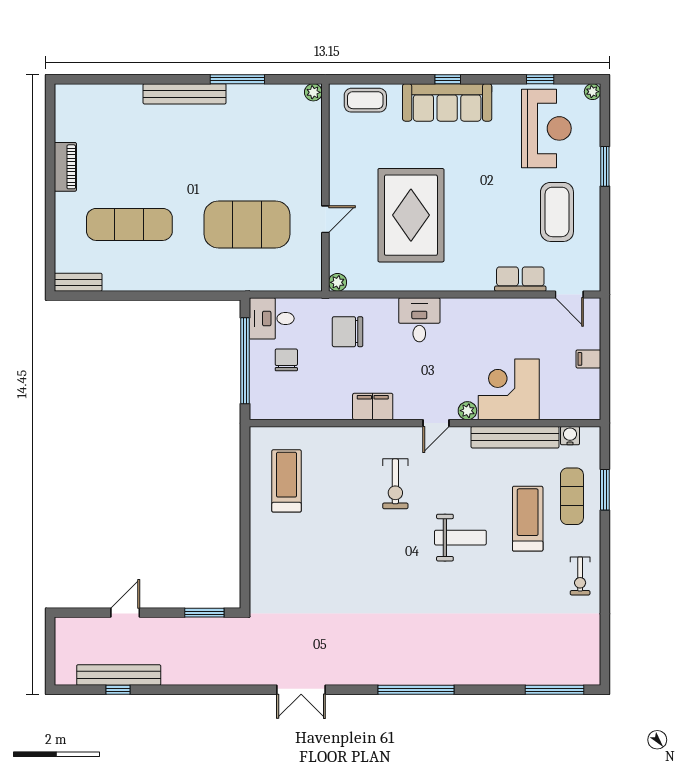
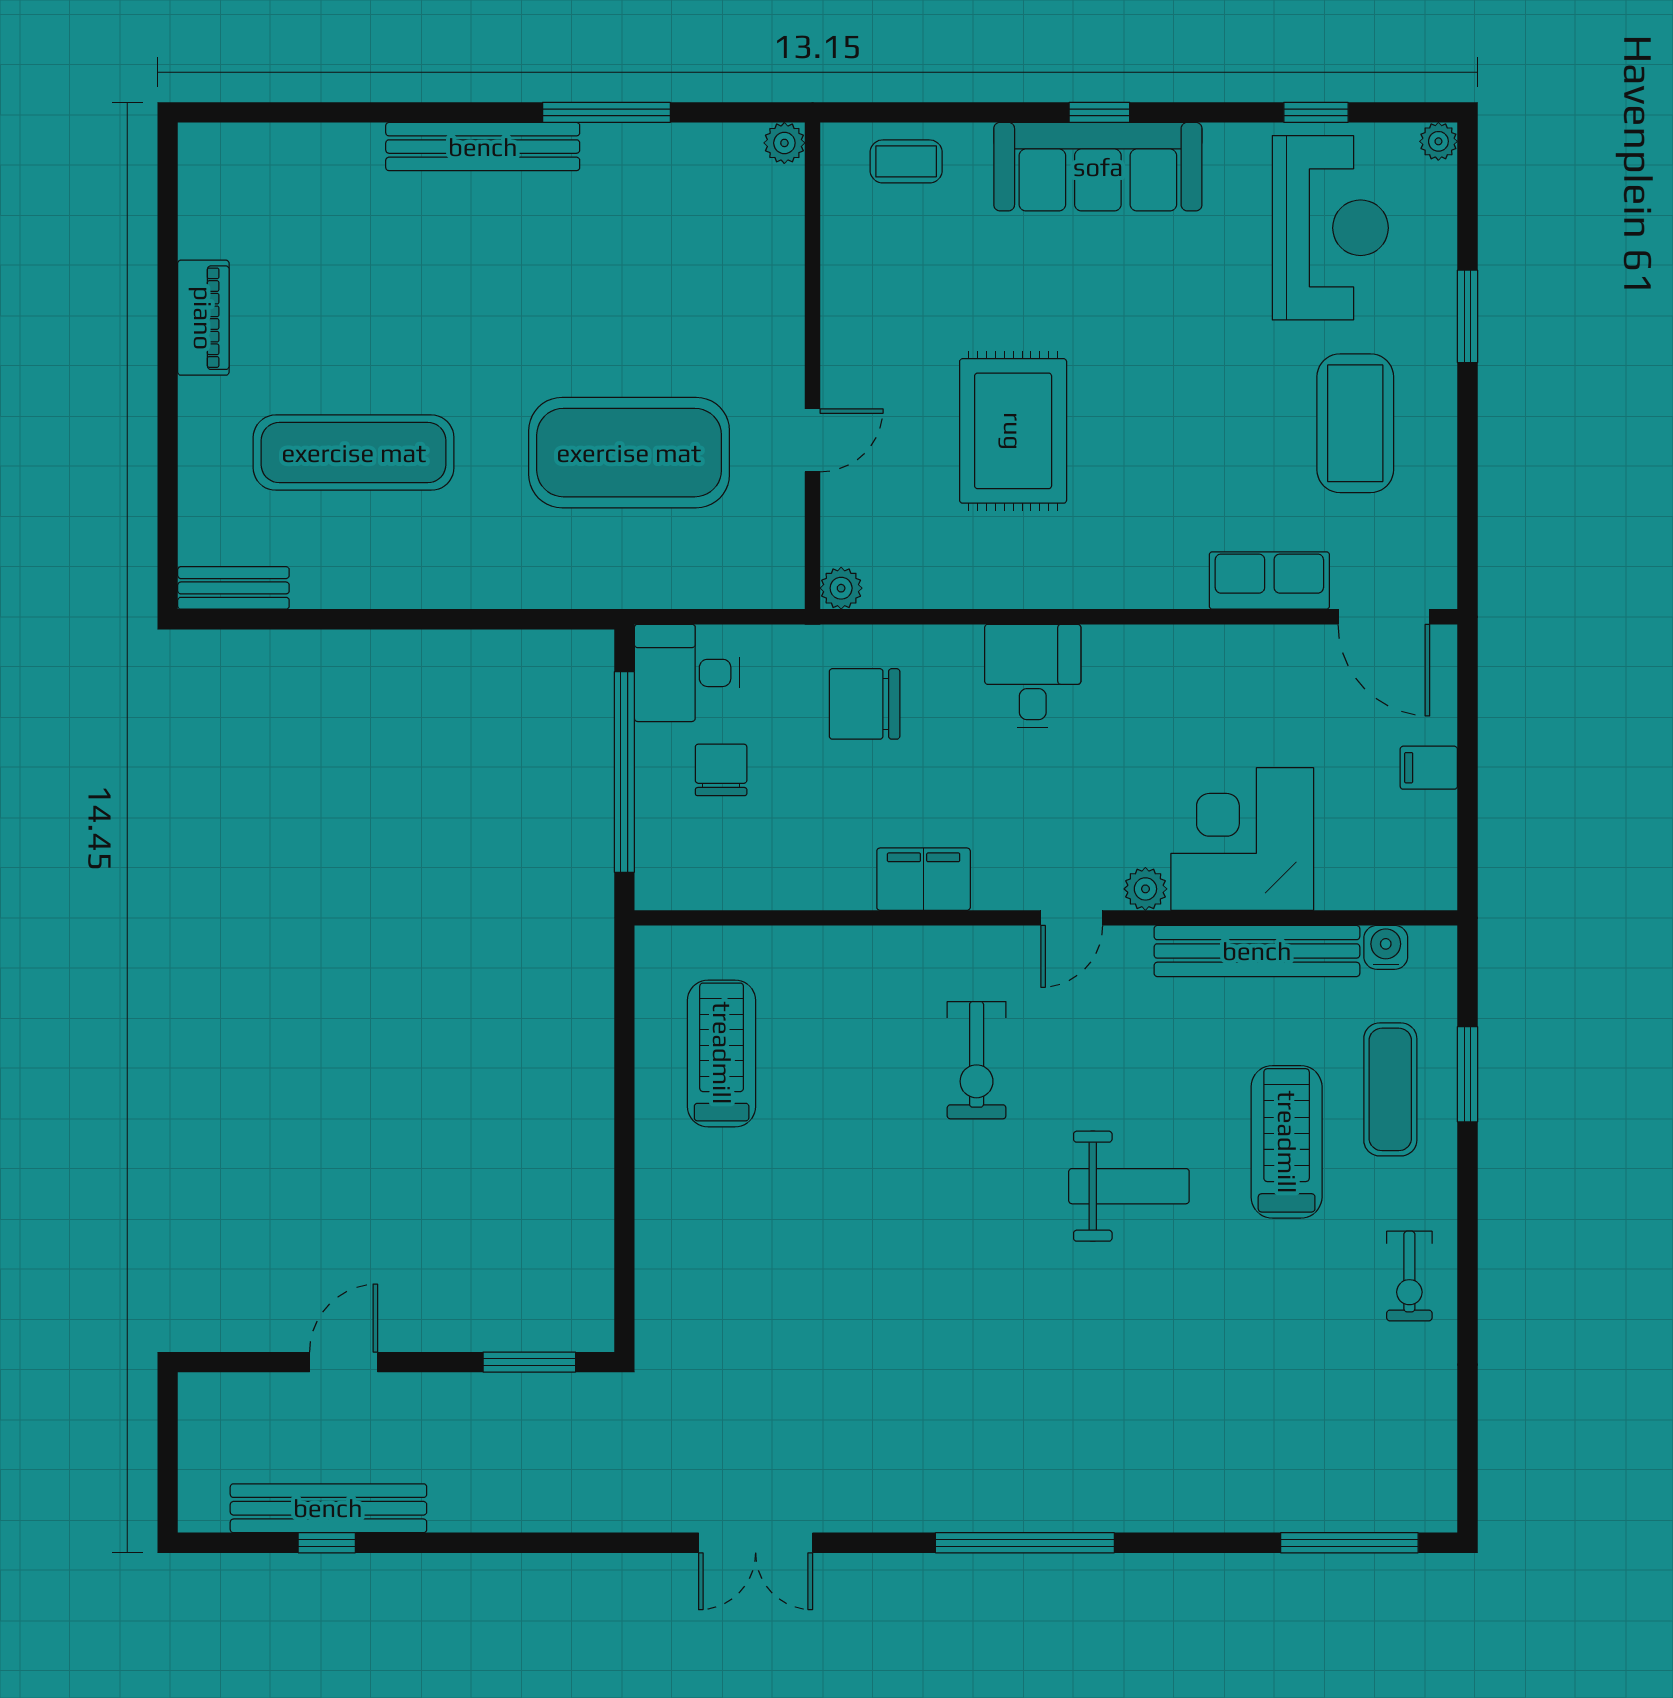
coffee table: (365, 100) -> (906, 161), width x0.73, depth x0.77
rug: (411, 215) -> (1013, 431), width x0.73, depth x0.69
door: (569, 295) -> (1384, 617), width x1.38

